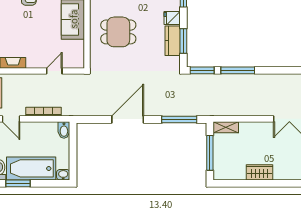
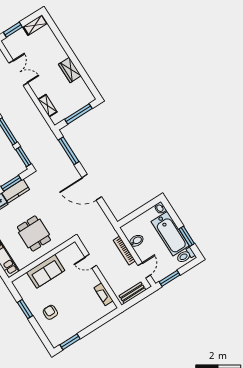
shelving: (226, 127) -> (47, 106), moved
bidet: (64, 130) -> (136, 241), moved

